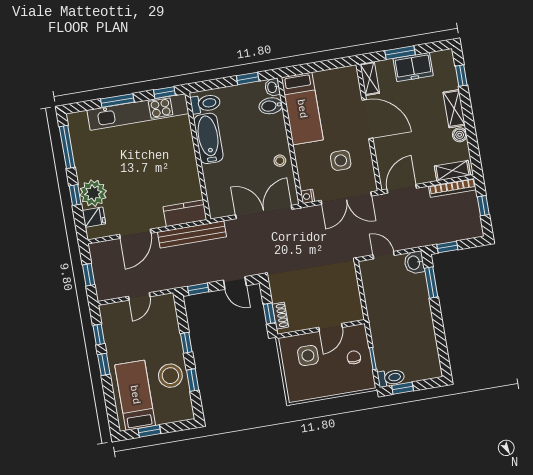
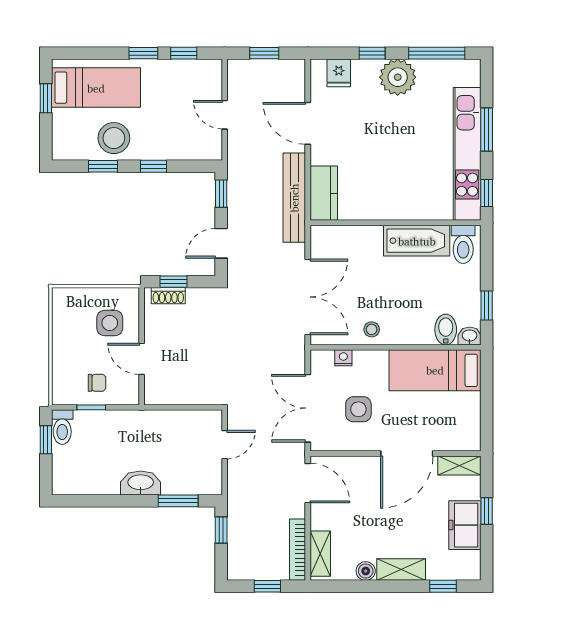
window: (400, 53) -> (487, 511), width x0.67
plant: (93, 193) -> (398, 77), moved
nightstand: (308, 196) -> (343, 358), moved
washbasin: (414, 263) -> (141, 483), moved, width x1.38

